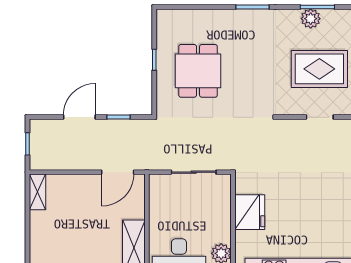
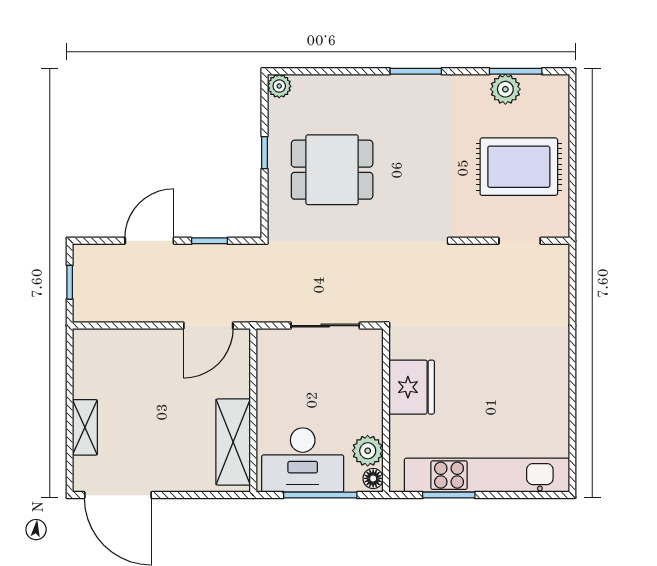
plant: (164, 17) -> (279, 86), added
dining table: (198, 71) -> (332, 170), turned 90
shelving: (38, 192) -> (85, 427), moved

